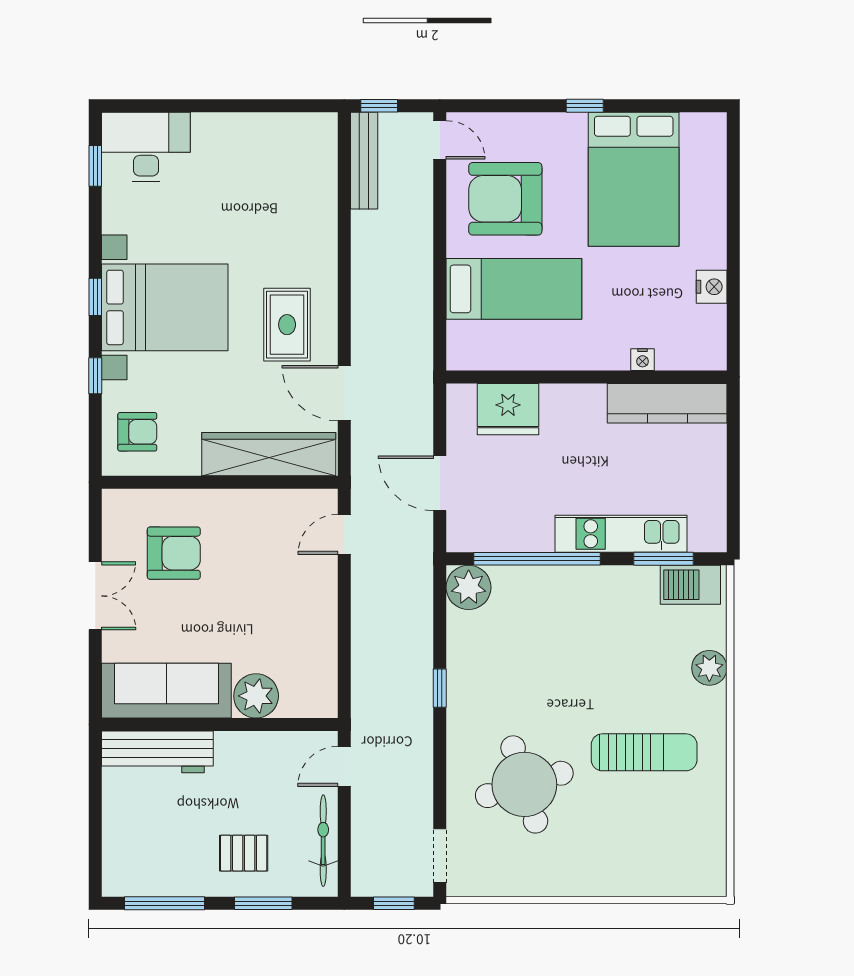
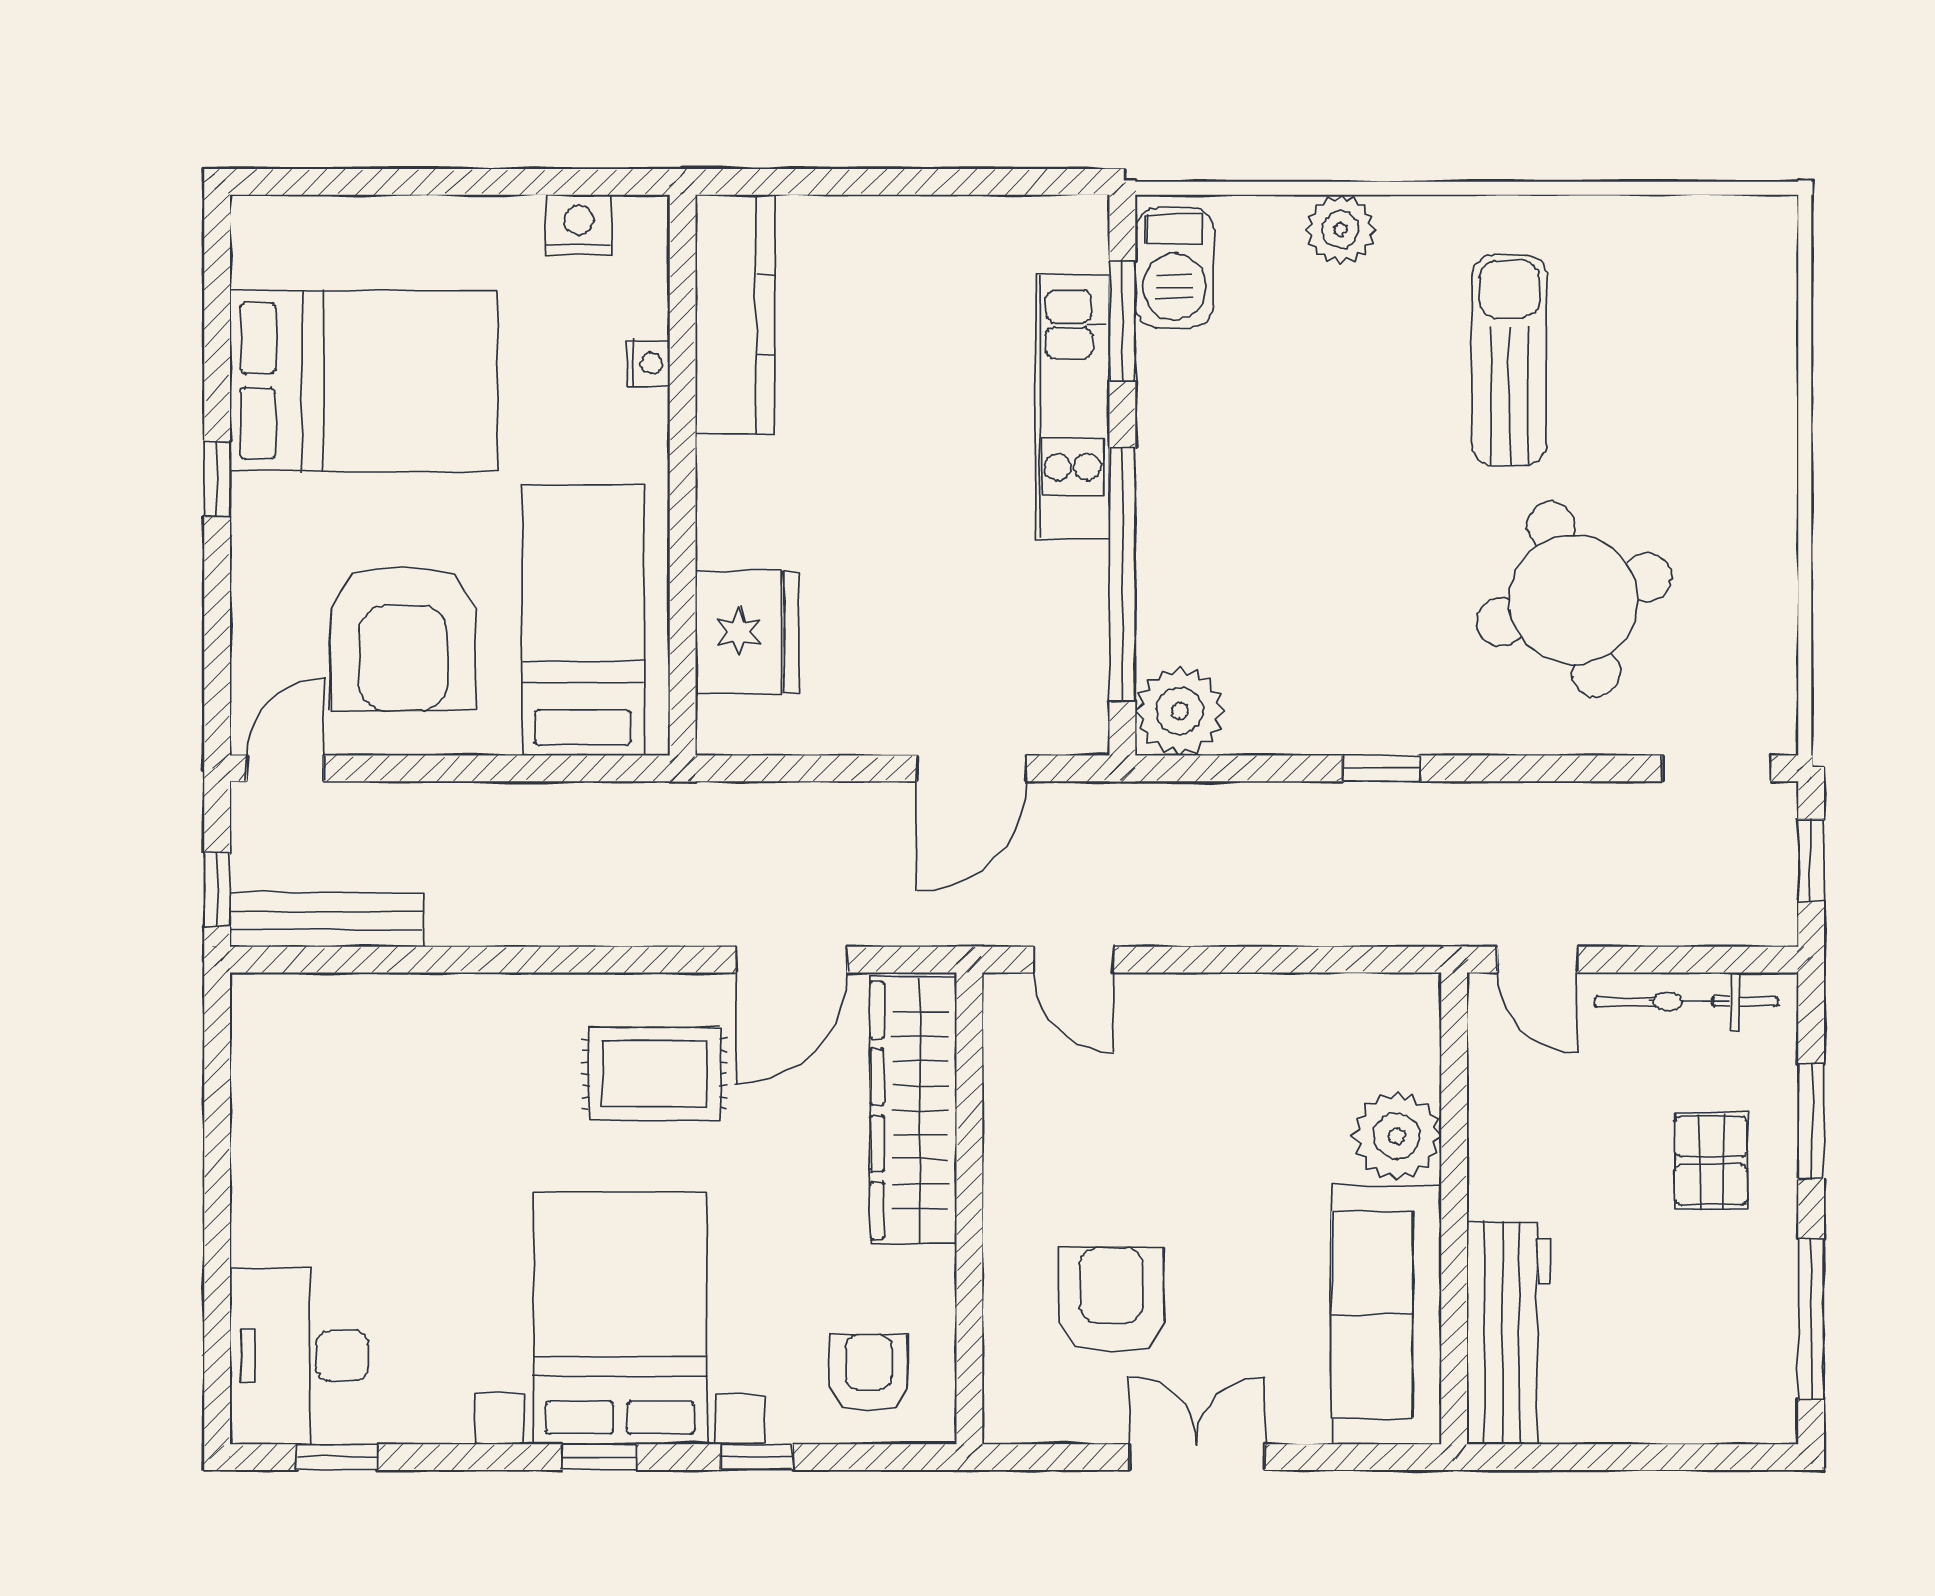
nightstand: (643, 360) -> (648, 363), moved
wall: (587, 377) -> (683, 475), moved
kitchen counter: (667, 403) -> (735, 314), moved
fridge: (508, 409) -> (747, 632), moved

